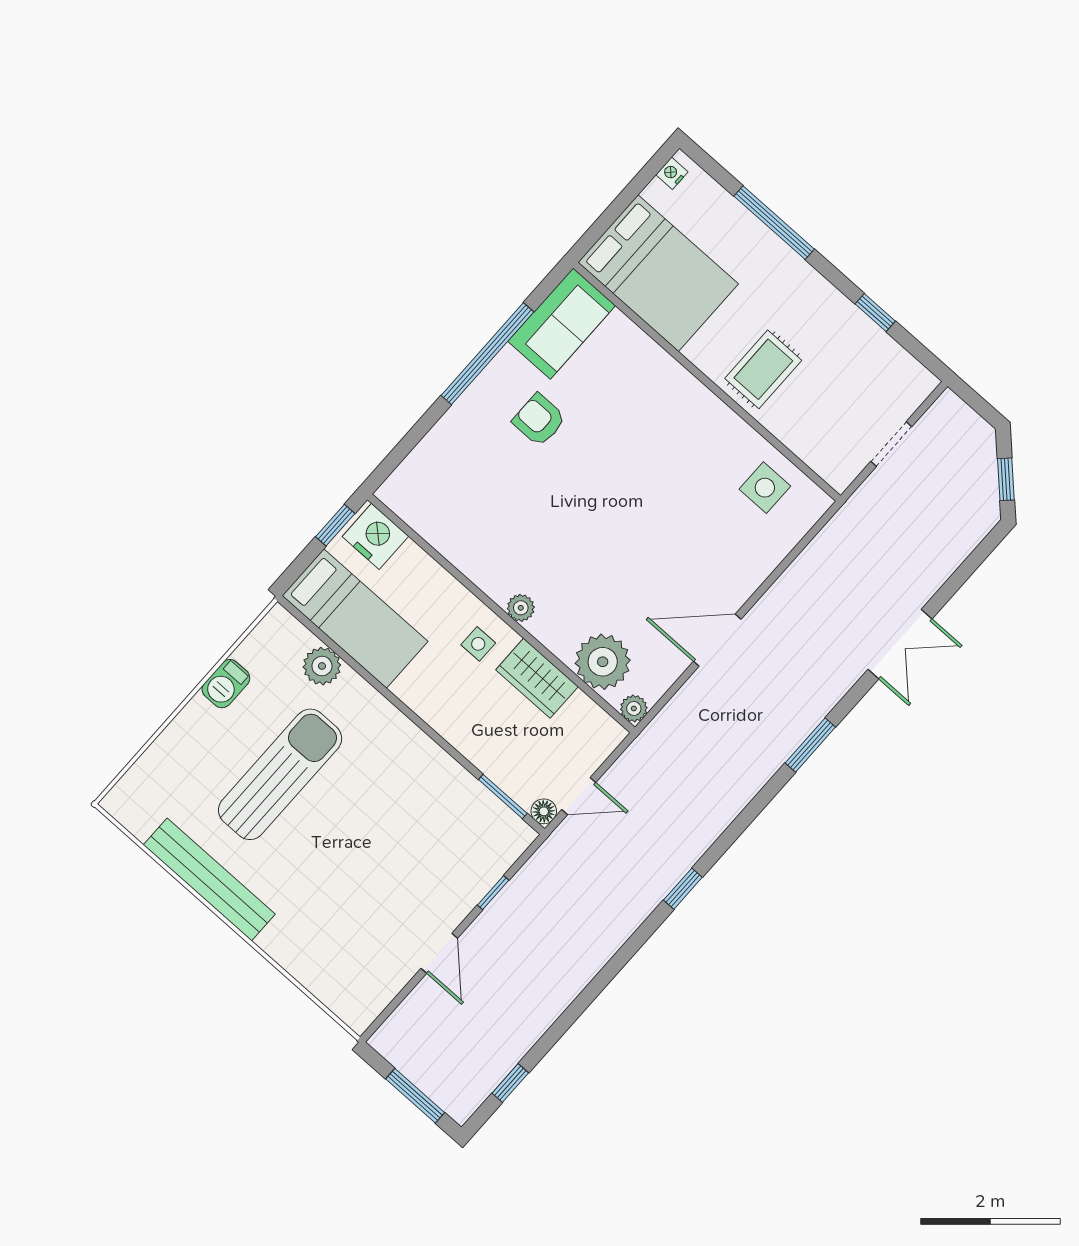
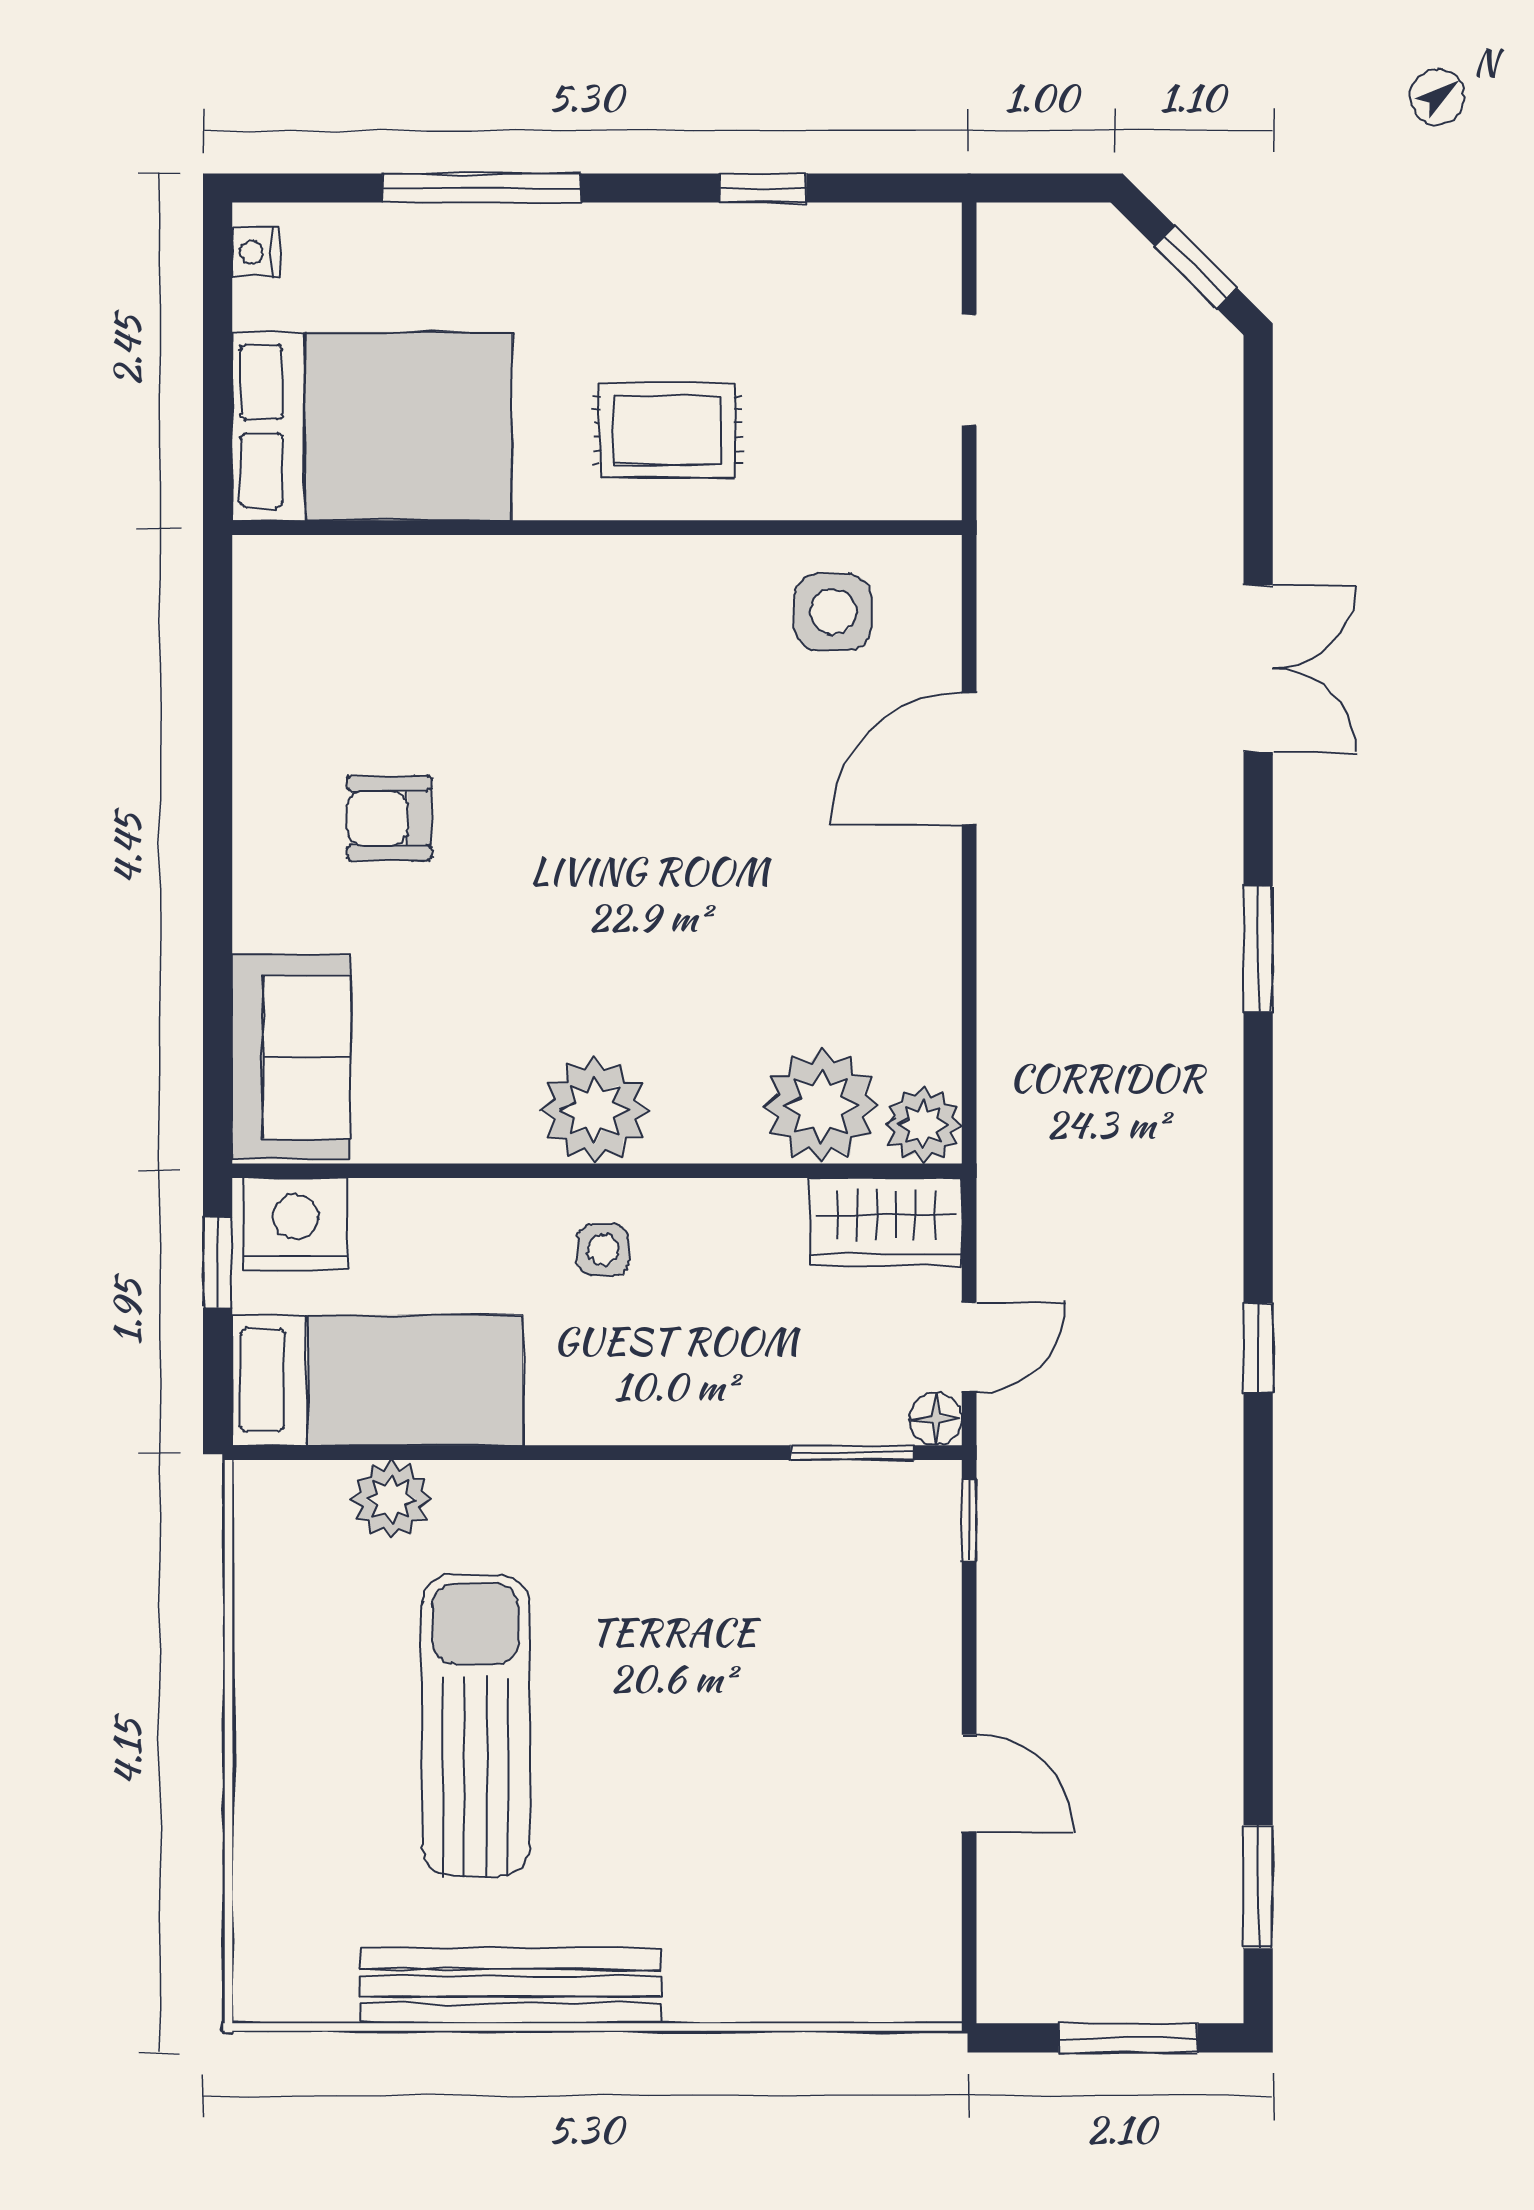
sofa: (562, 323) -> (291, 1057), moved
window: (487, 354) -> (218, 786), removed
rug: (763, 369) -> (667, 430), turned 90
plant: (521, 608) -> (595, 1110), width x1.88, depth x1.88
door: (717, 640) -> (969, 759), moved
wardrobe: (537, 678) -> (886, 1222), moved
barbecue: (226, 684) -> (266, 1659), removed
plant: (634, 708) -> (923, 1125), width x1.38, depth x1.38
window: (493, 893) -> (969, 1520), moved
window: (510, 1083) -> (1258, 1887), width x1.50

